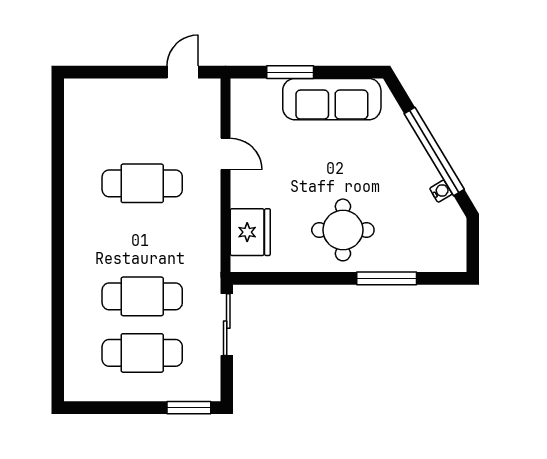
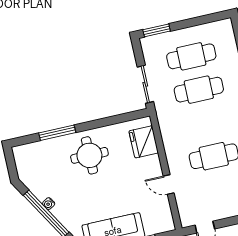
water cooler: (441, 191) -> (49, 204), moved

